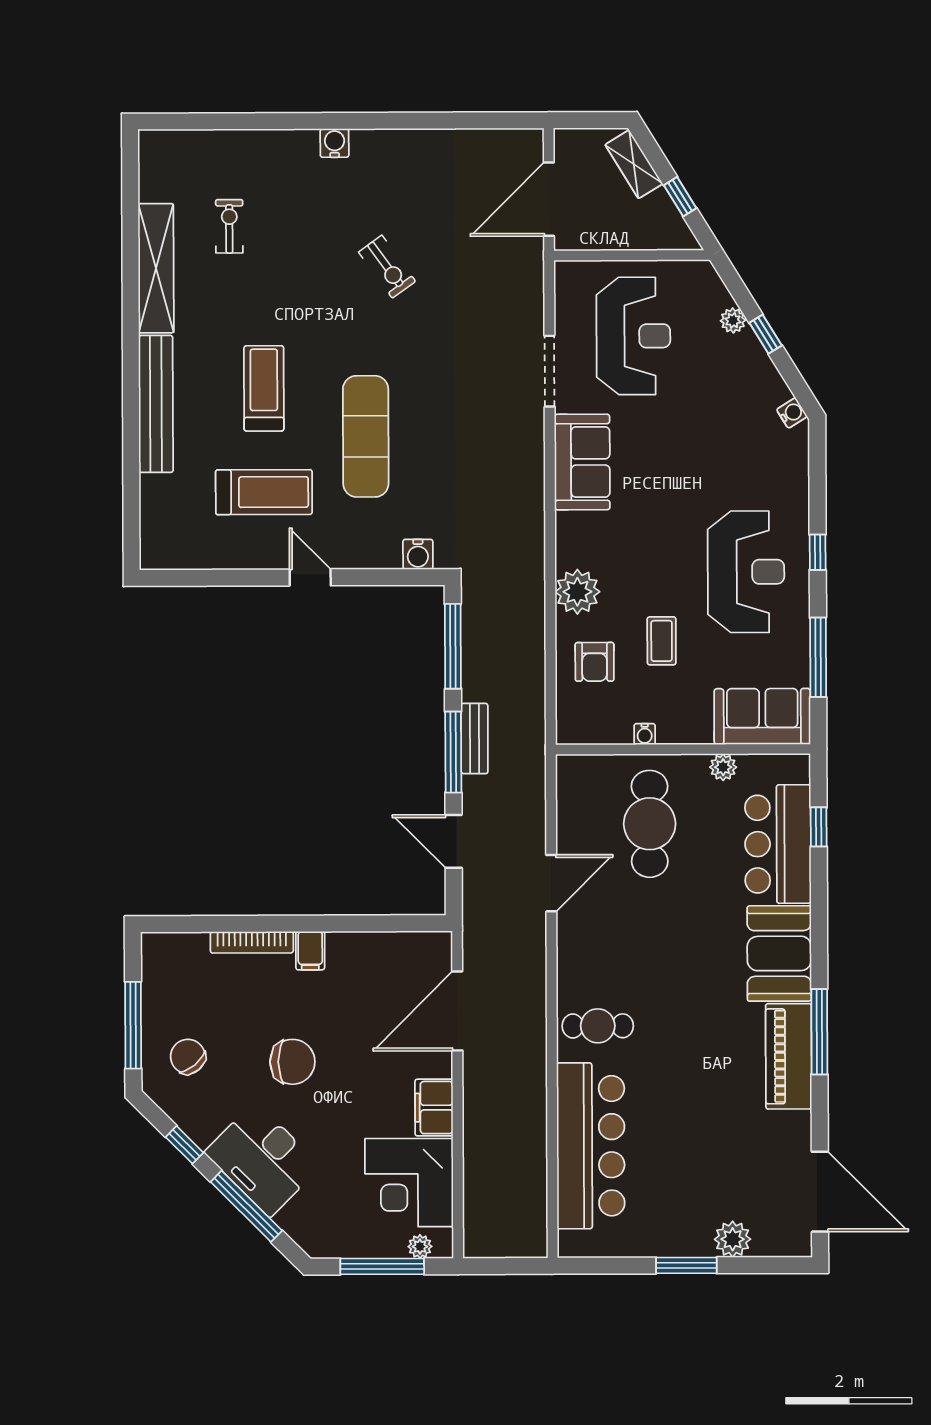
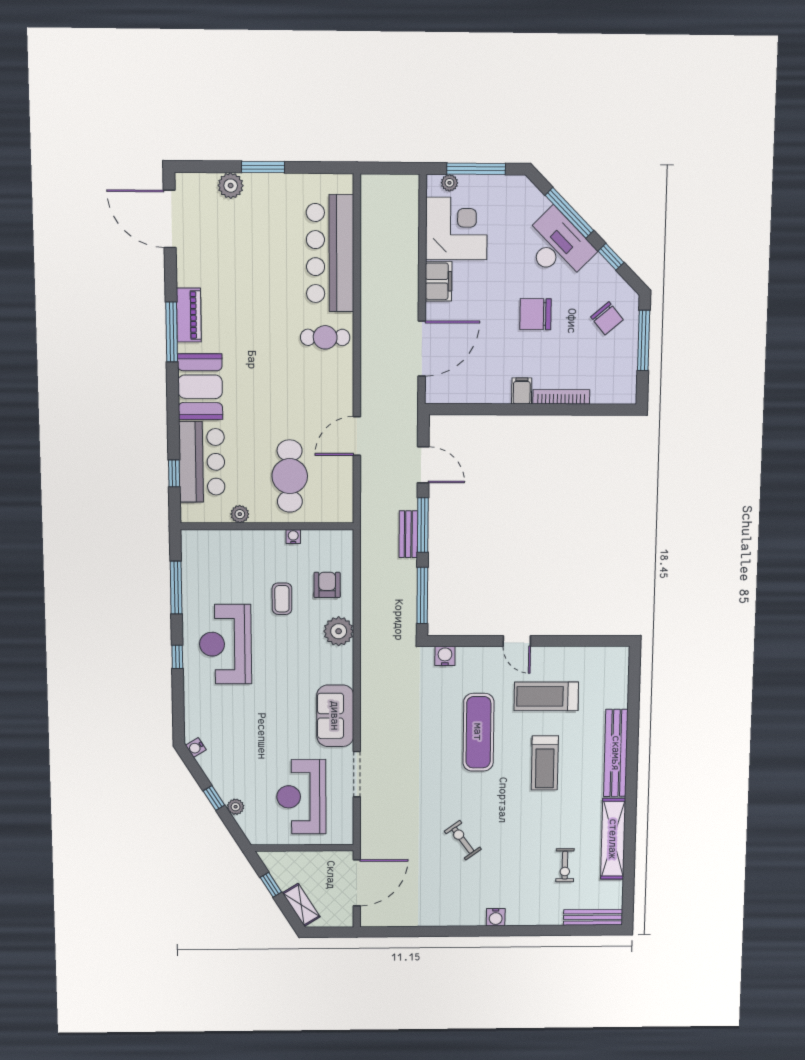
bench: (184, 142) -> (593, 917), added
sofa: (762, 716) -> (213, 548), removed
piano: (789, 1056) -> (189, 315), width x0.73, depth x0.75

